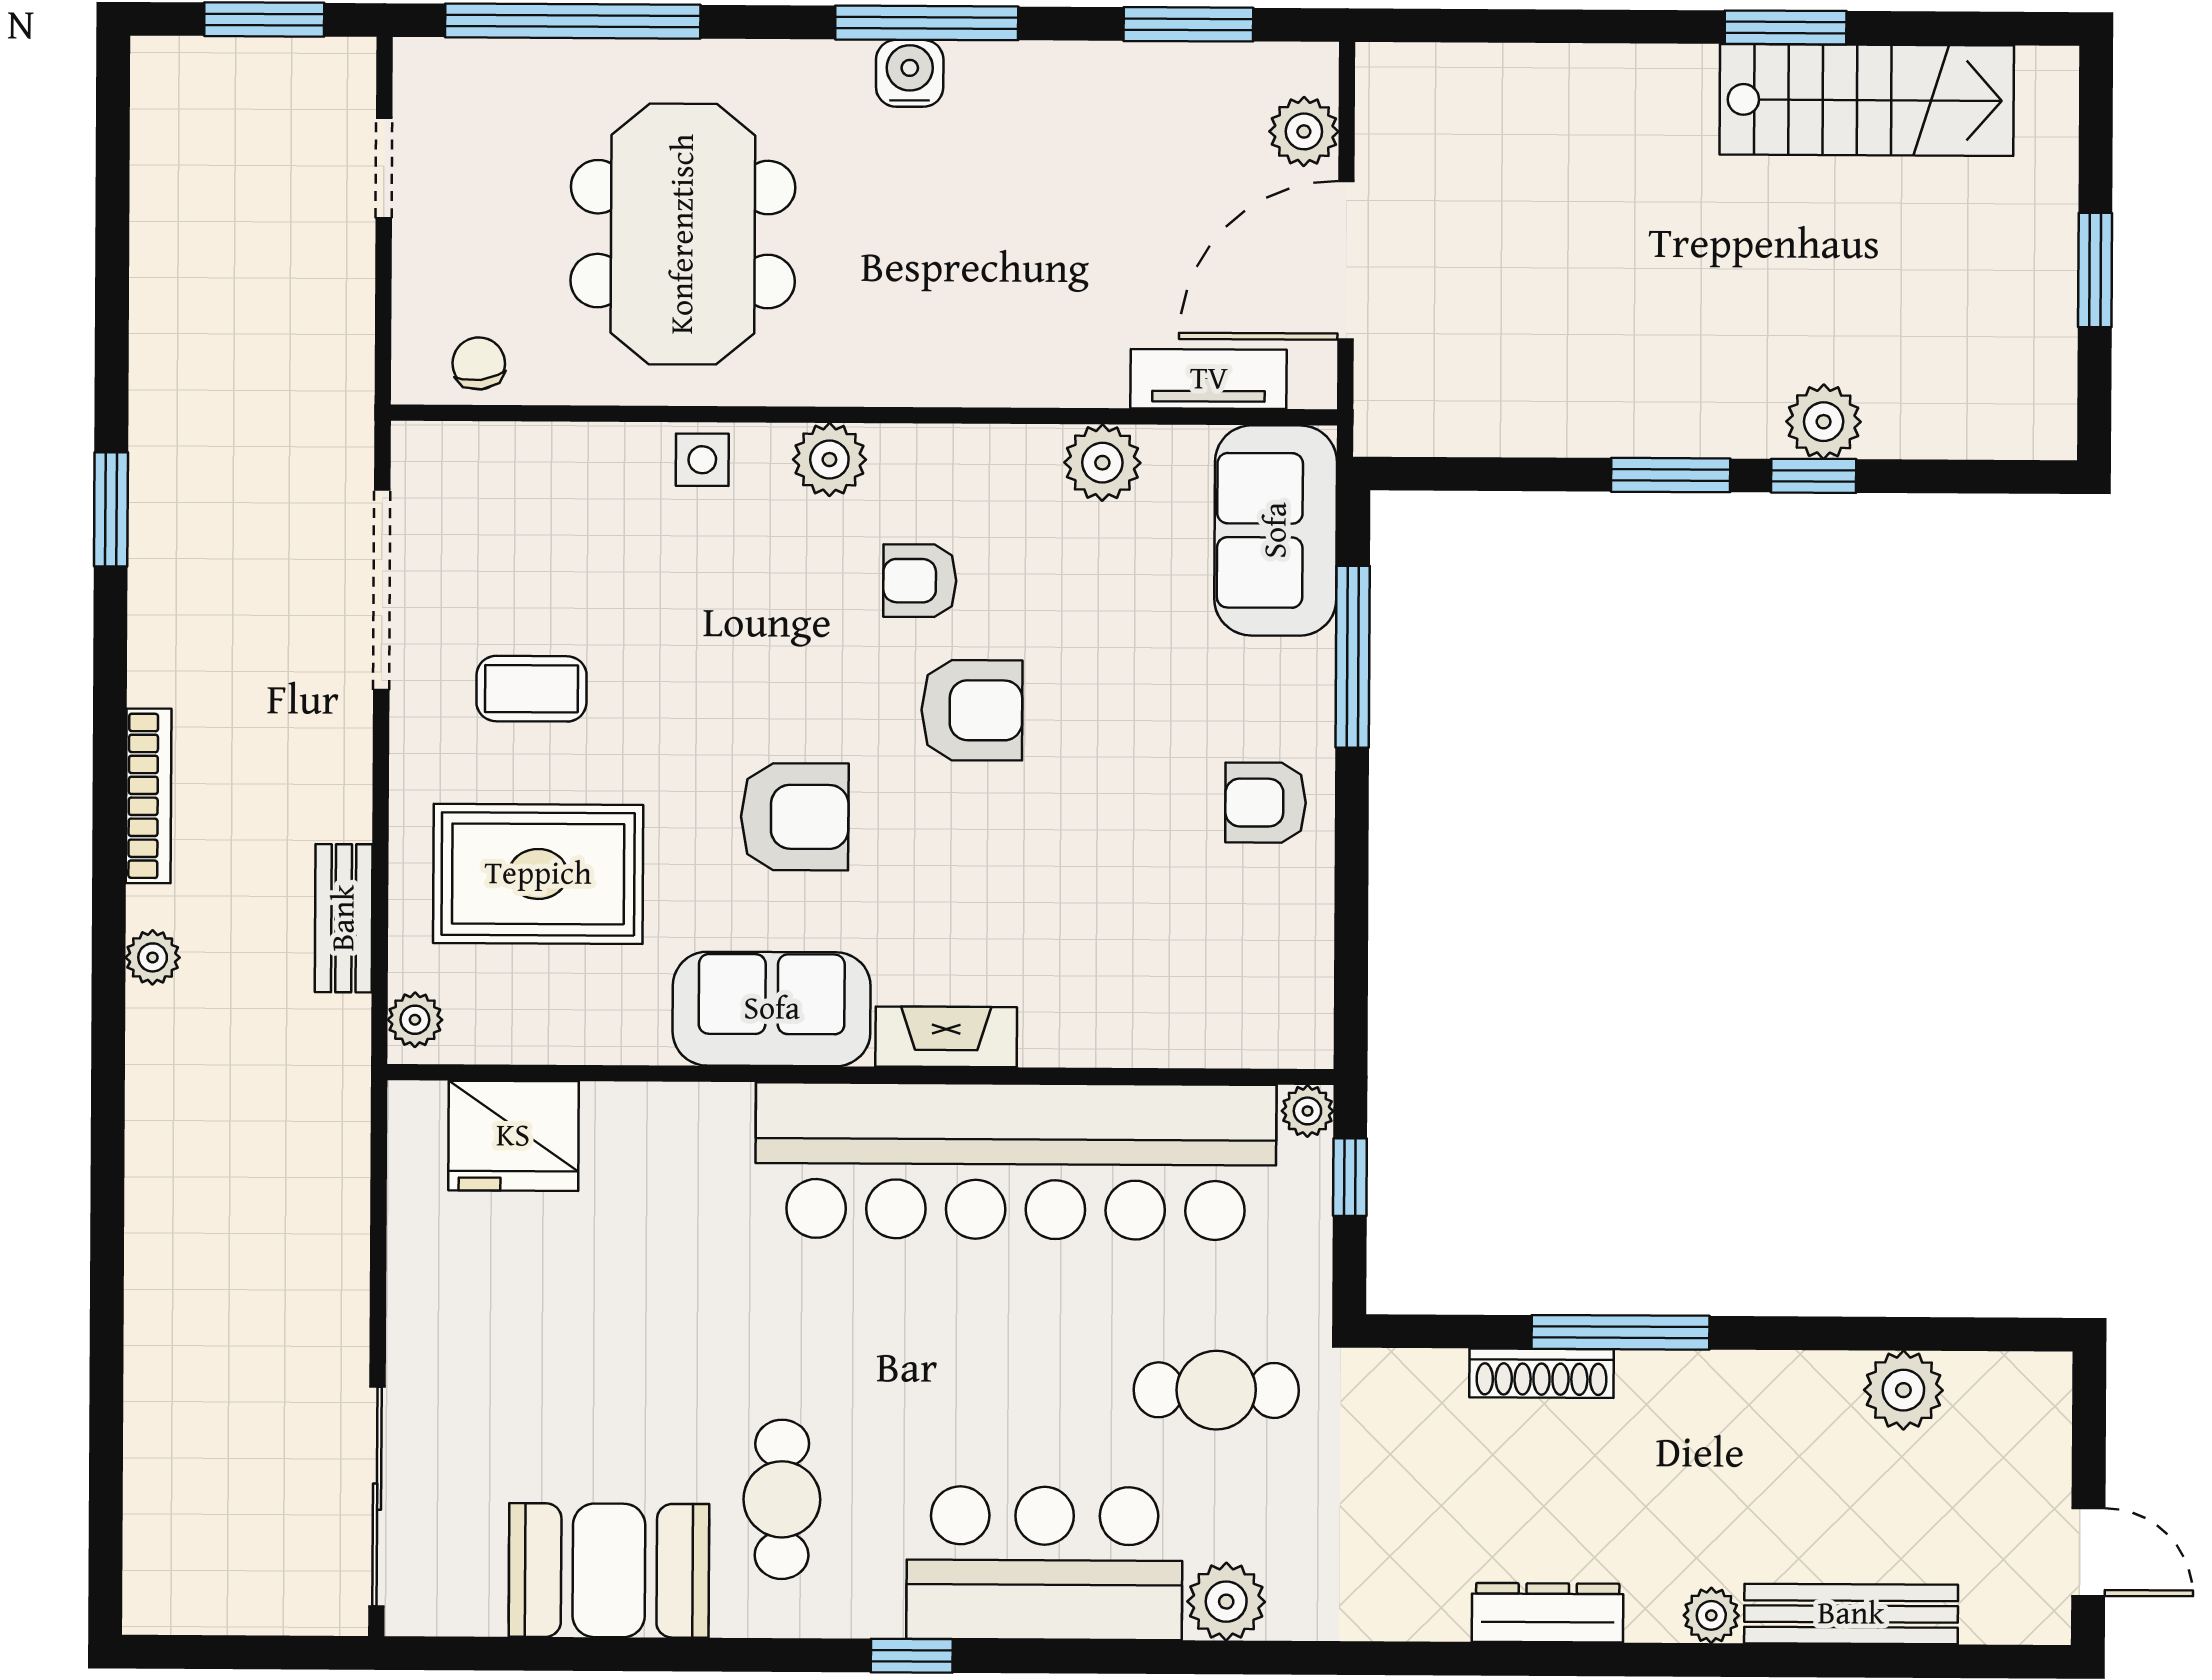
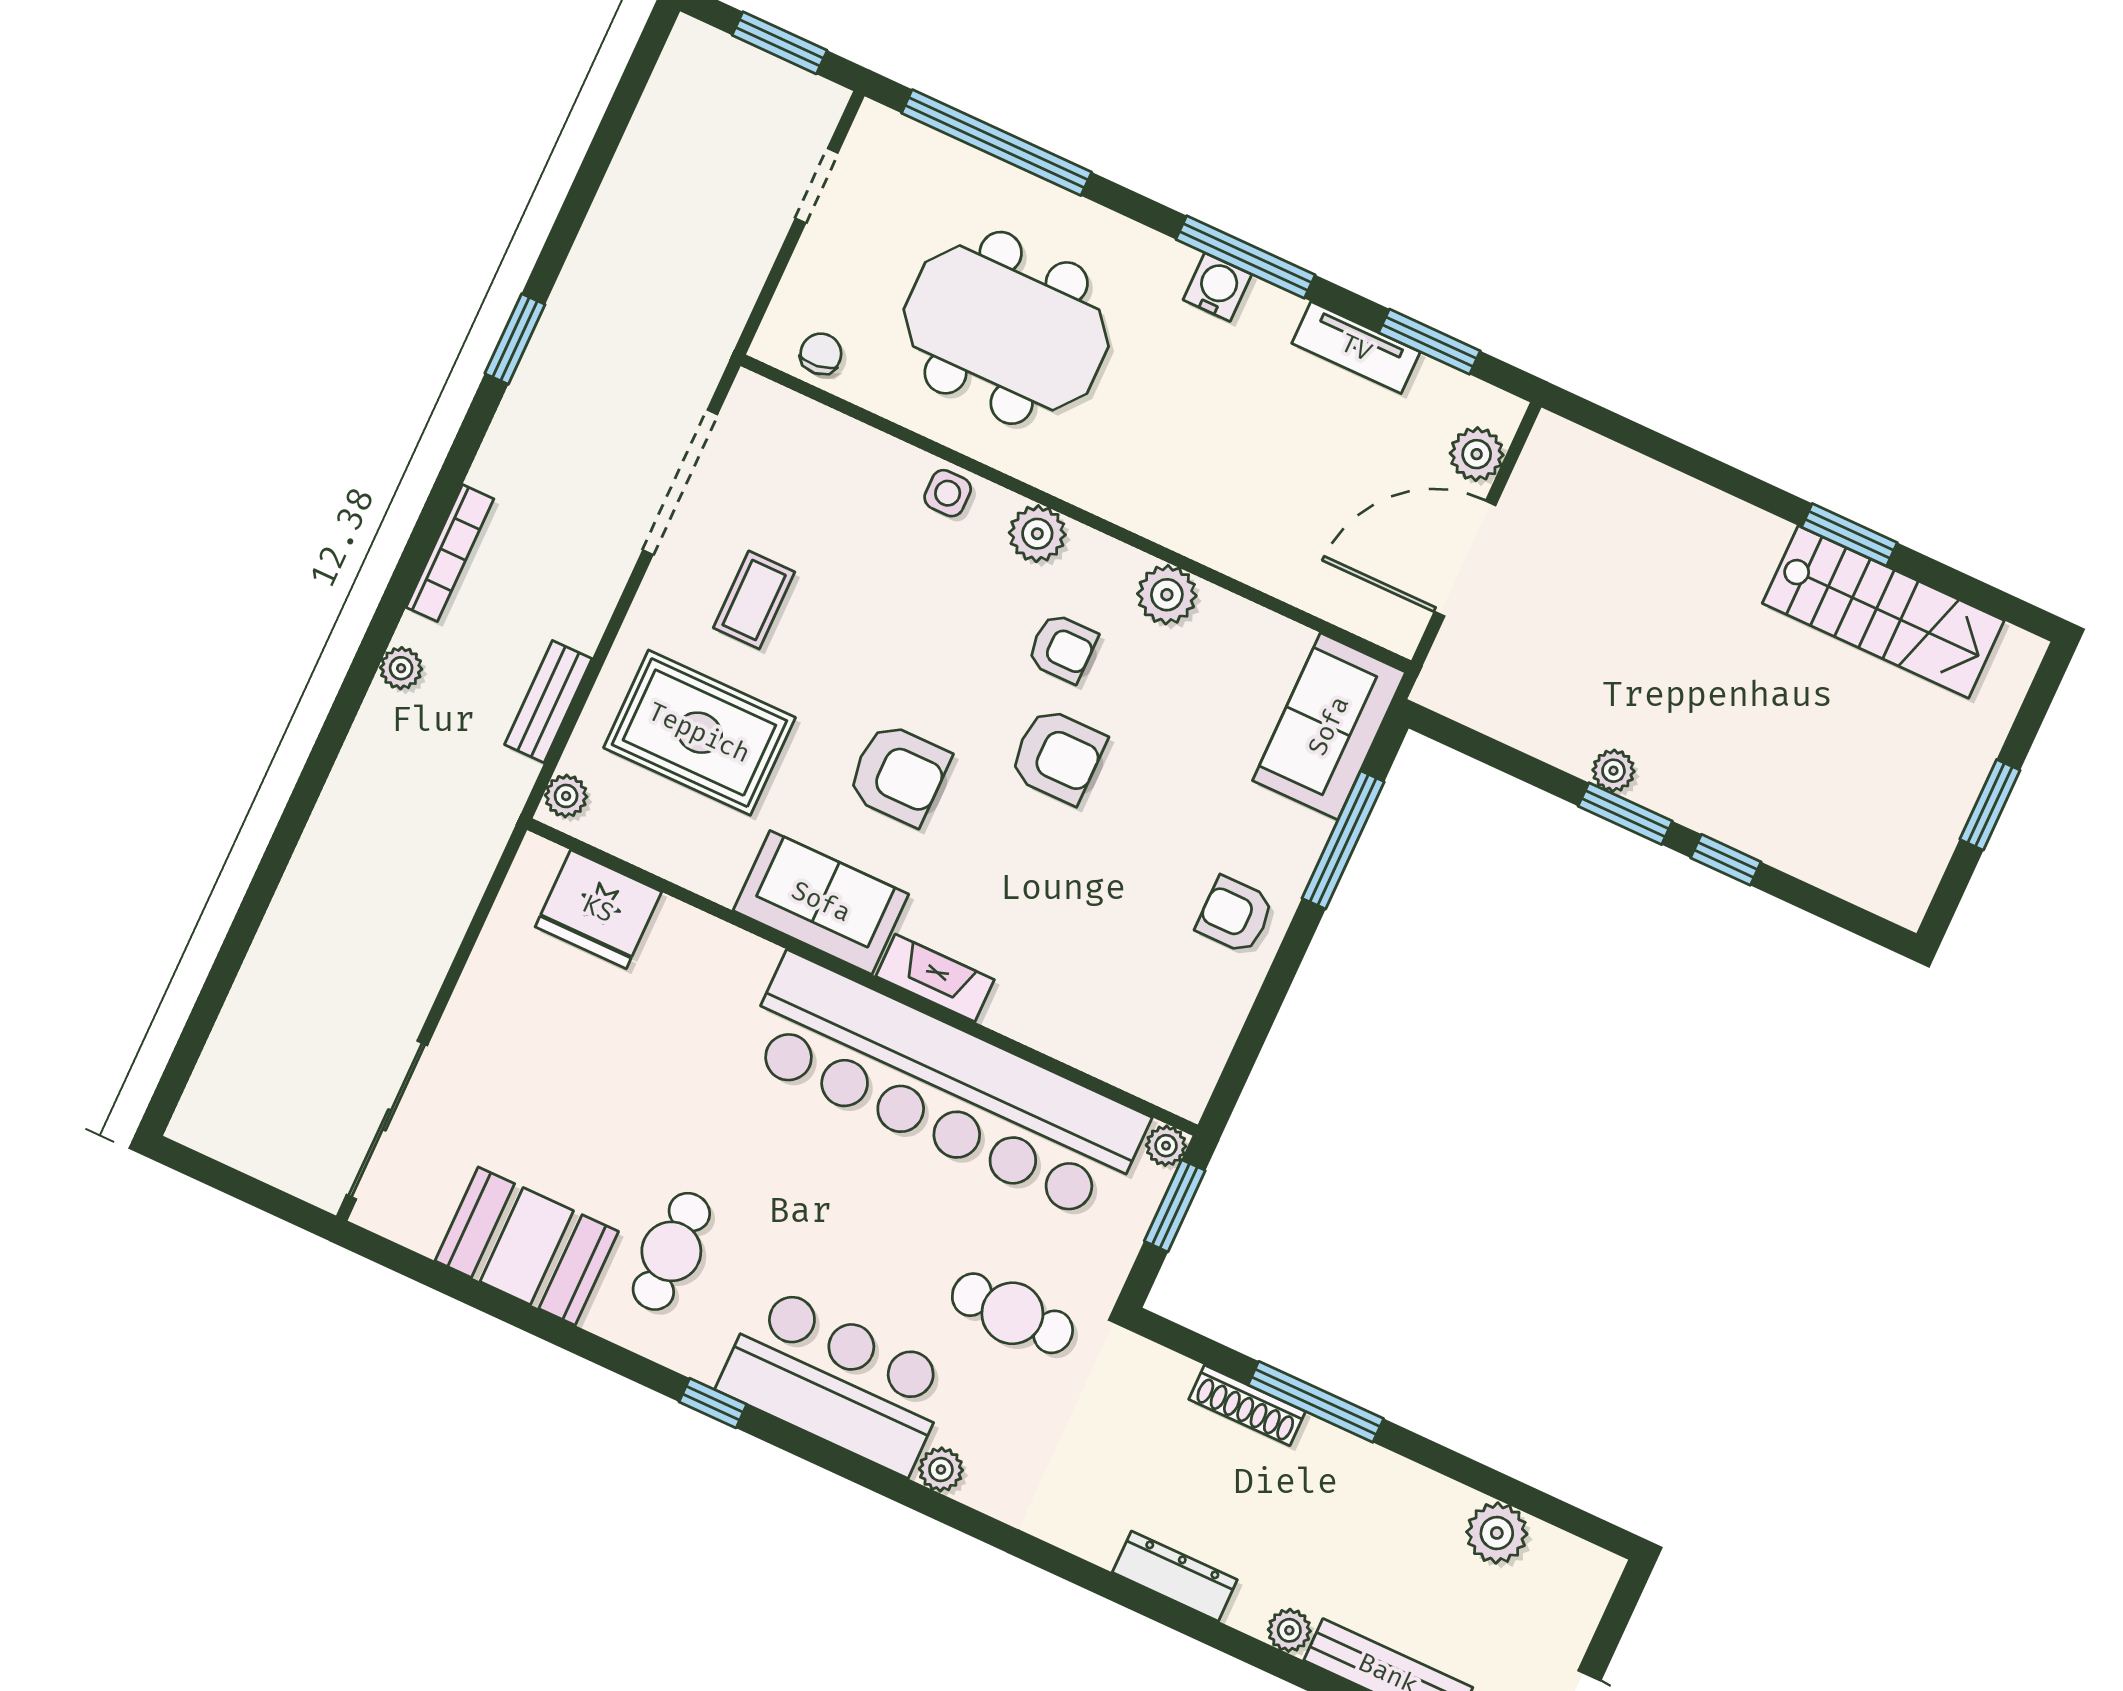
meeting table: (683, 234) -> (1006, 328), turned 90
tv unit: (1209, 379) -> (1356, 348), moved, turned 180
plant: (1824, 422) -> (1613, 771), moved, width x0.73, depth x0.73
plant: (1102, 463) -> (1167, 595), moved
armchair: (920, 581) -> (1062, 648), turned 180
coffee table: (532, 689) -> (754, 600), turned 90
window: (1350, 1177) -> (1175, 1206), width x1.50
plant: (1226, 1602) -> (941, 1470), width x0.73, depth x0.73

